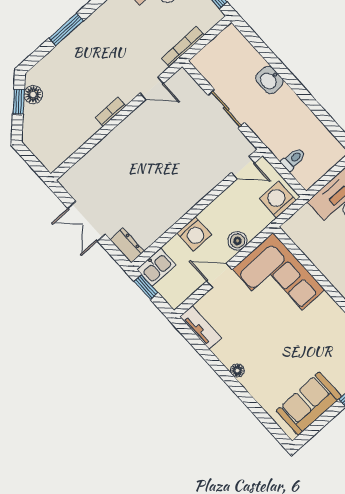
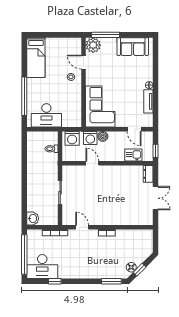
window: (66, 30) -> (111, 281), moved
washbasin: (269, 80) -> (33, 219), moved
door: (243, 168) -> (92, 163), moved
washing machine: (194, 234) -> (90, 138), moved, turned 180
kitchen sink: (156, 267) -> (133, 155), moved
door: (219, 275) -> (134, 129), moved
tv unit: (201, 327) -> (148, 101), moved

